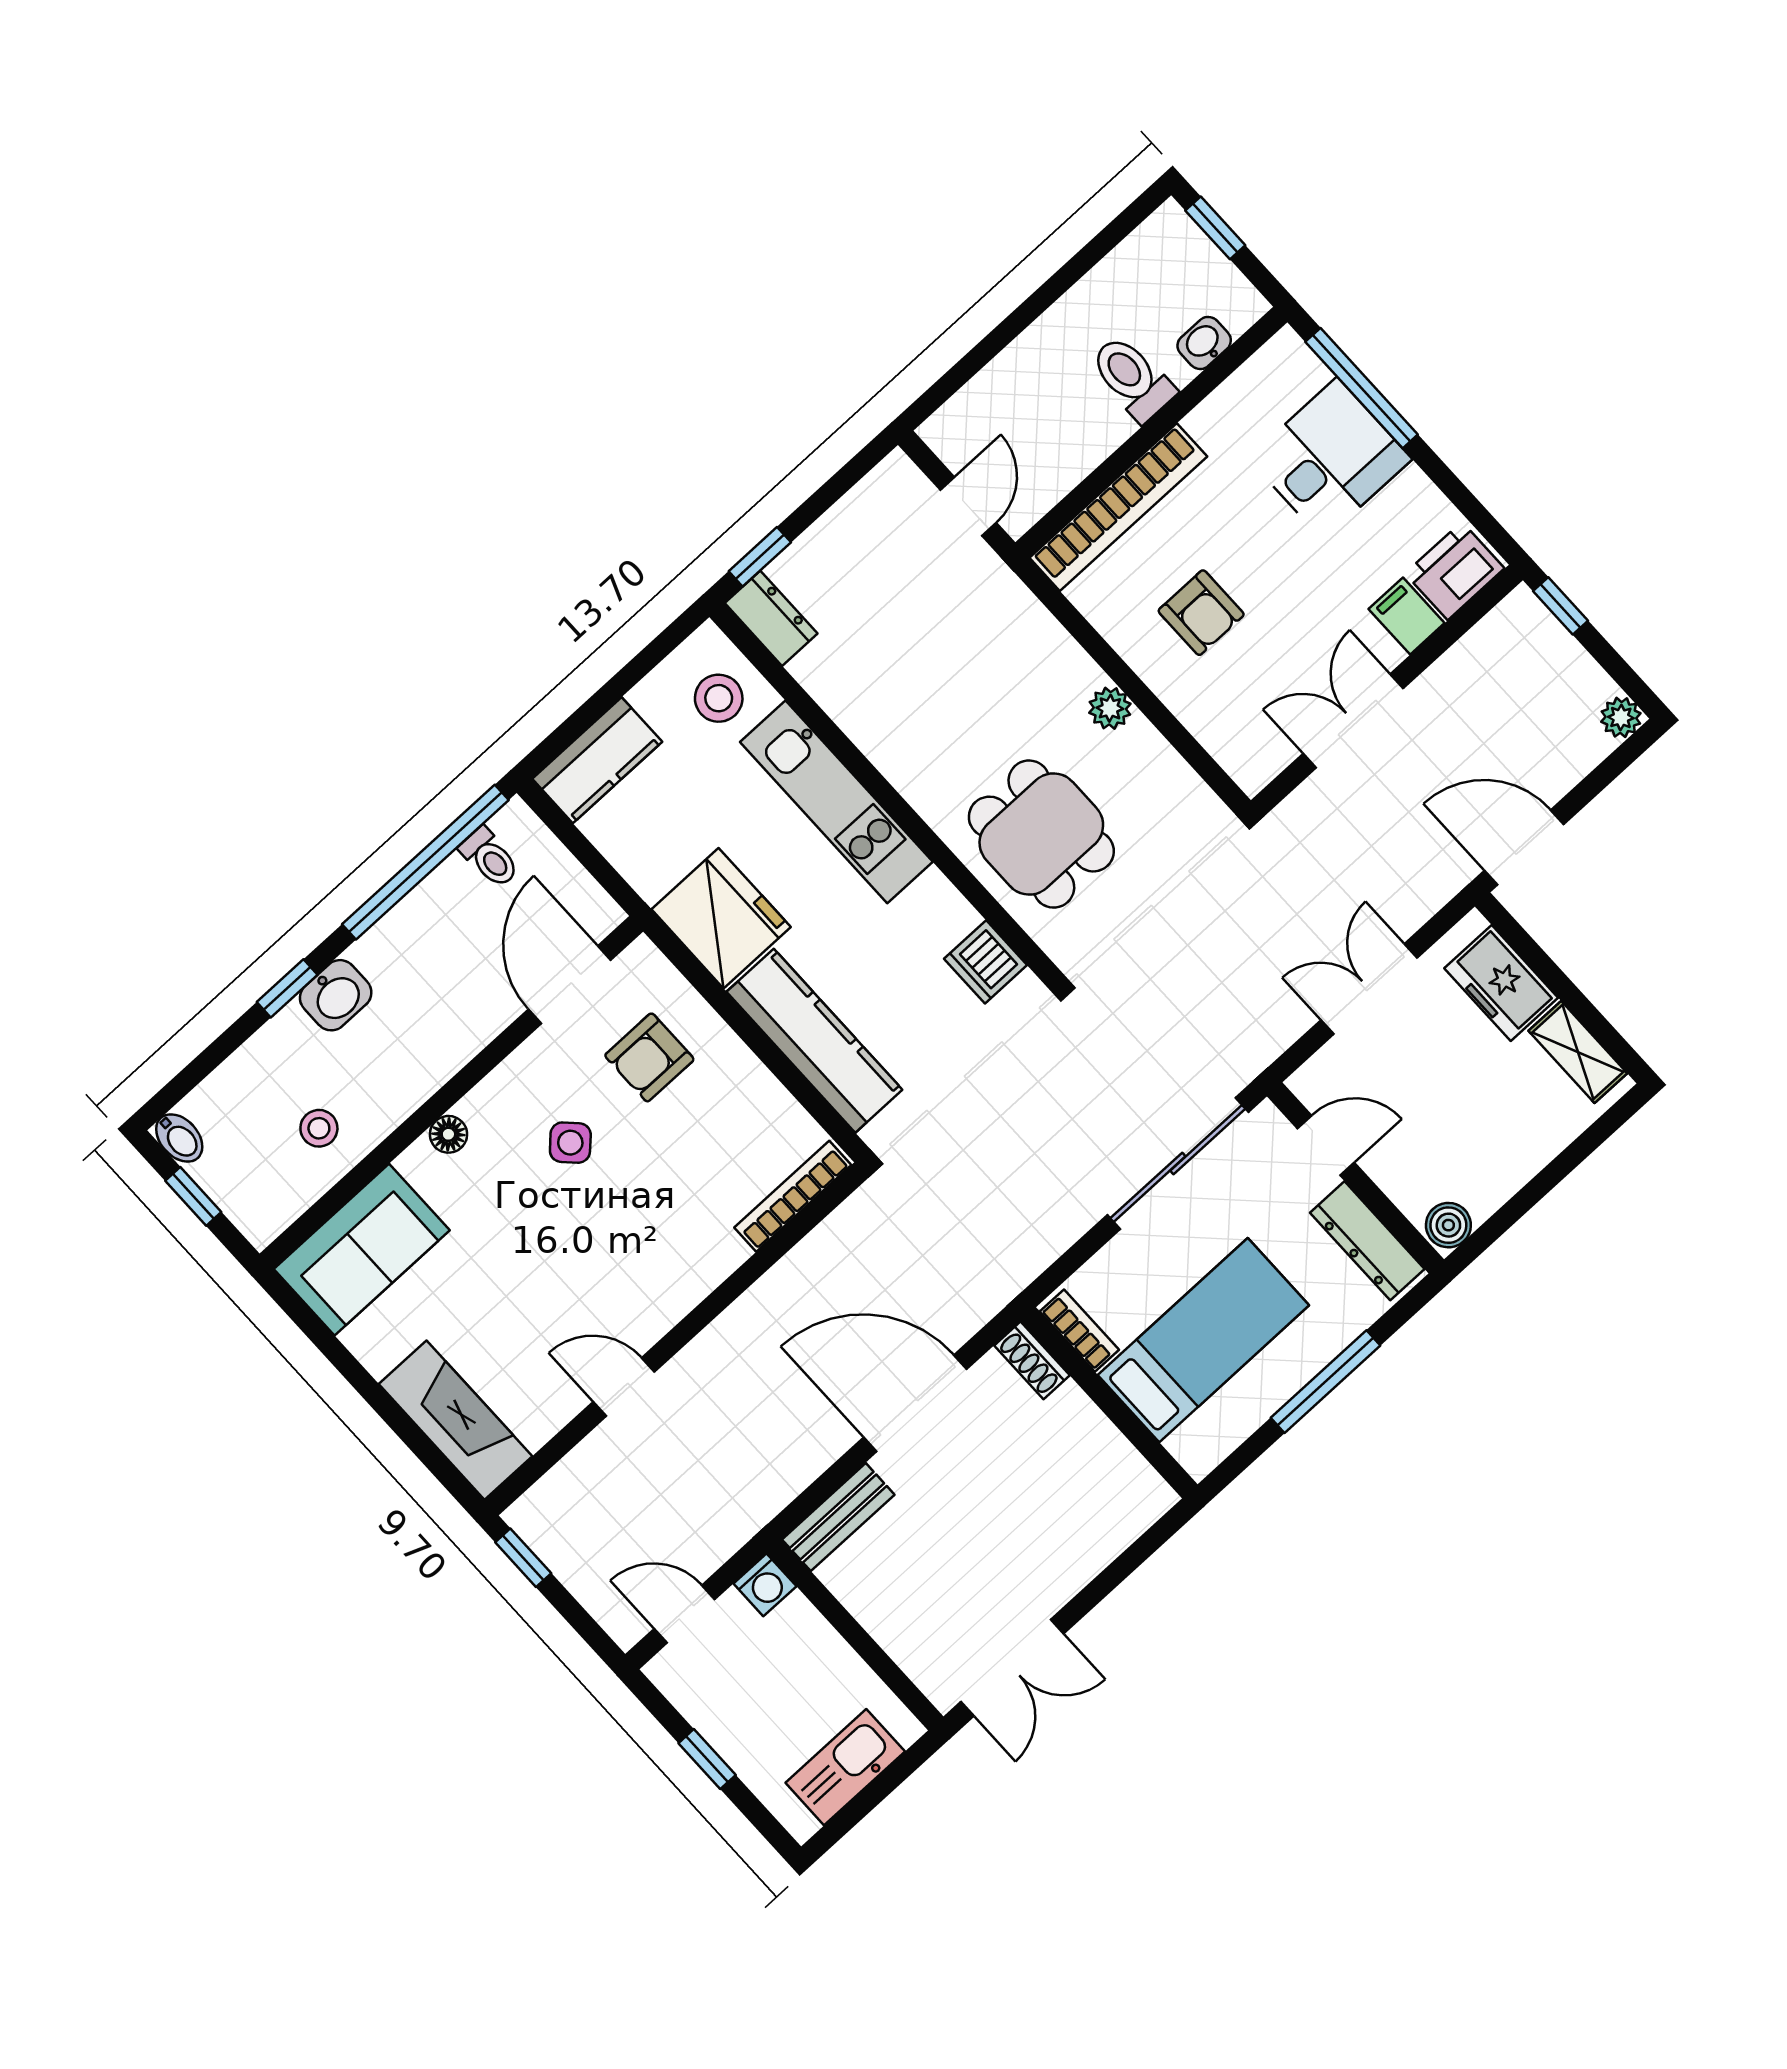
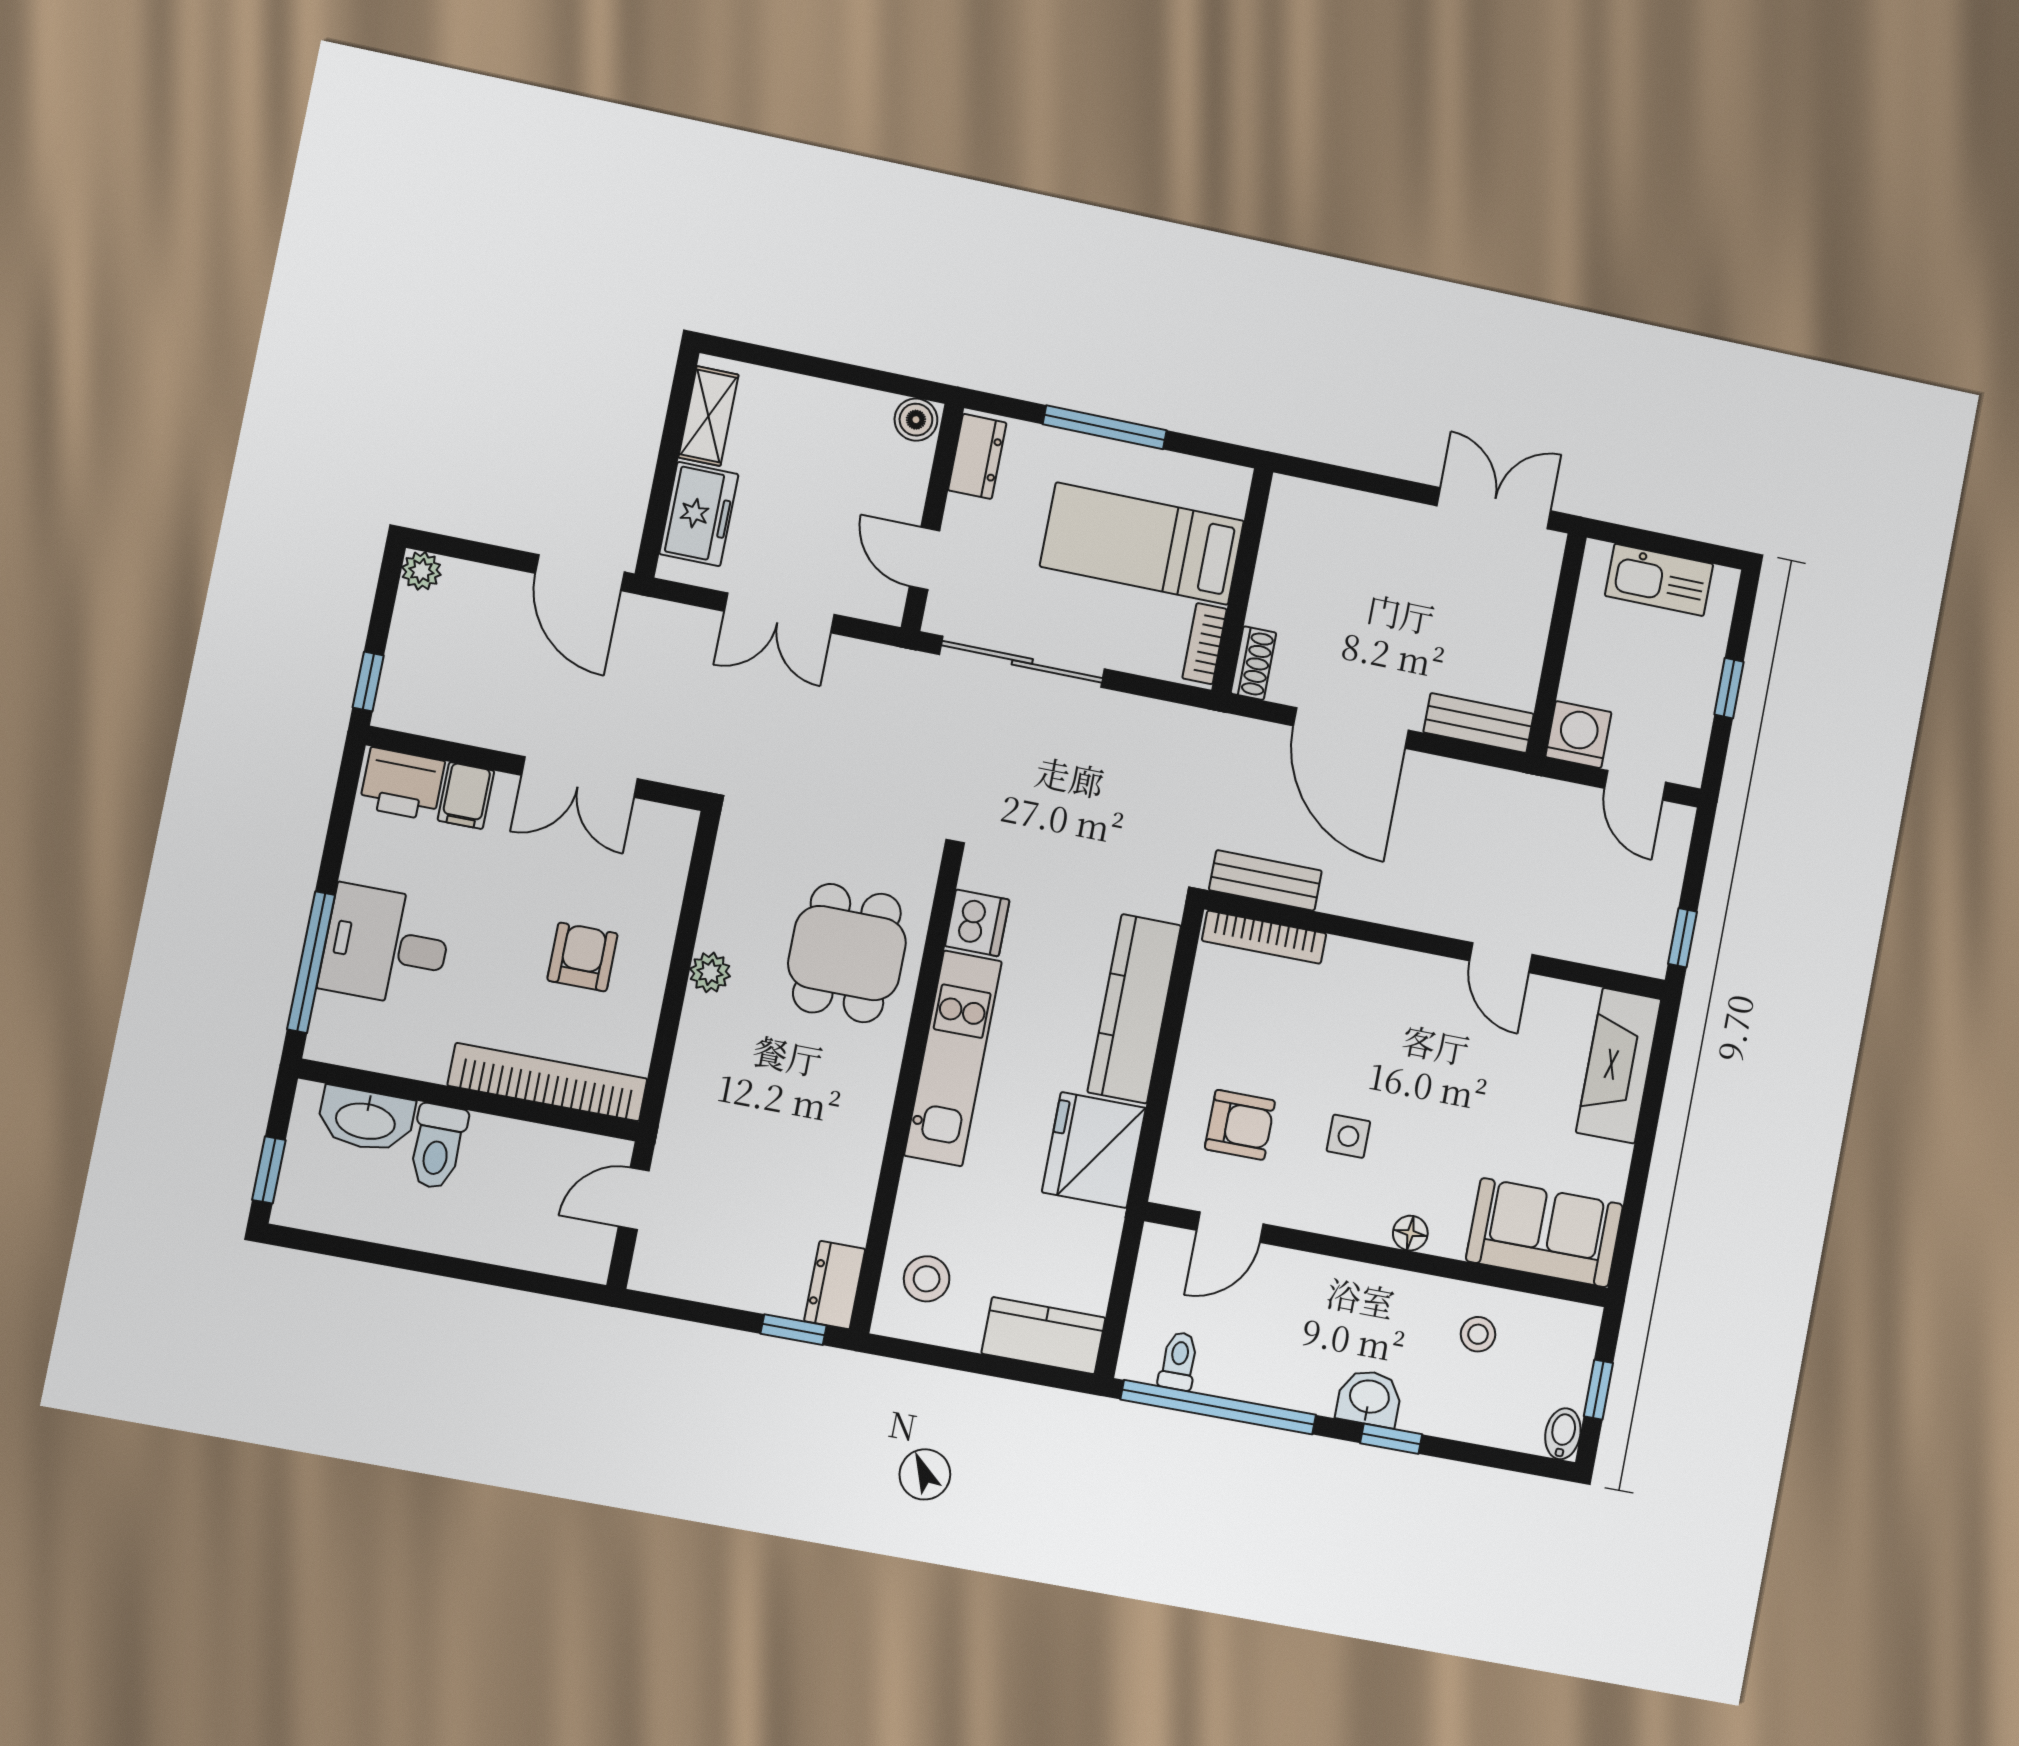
washbasin: (1204, 343) -> (366, 1120), width x1.91, depth x1.45
kitchen unit: (836, 802) -> (953, 1058), moved
door: (570, 985) -> (1230, 1227), width x0.73
side table: (570, 1143) -> (1348, 1136), turned 45
bench: (840, 1233) -> (1265, 880), added
dresser: (1367, 1241) -> (977, 456), width x0.70
washing machine: (765, 1585) -> (1578, 735), width x1.38, depth x1.38

